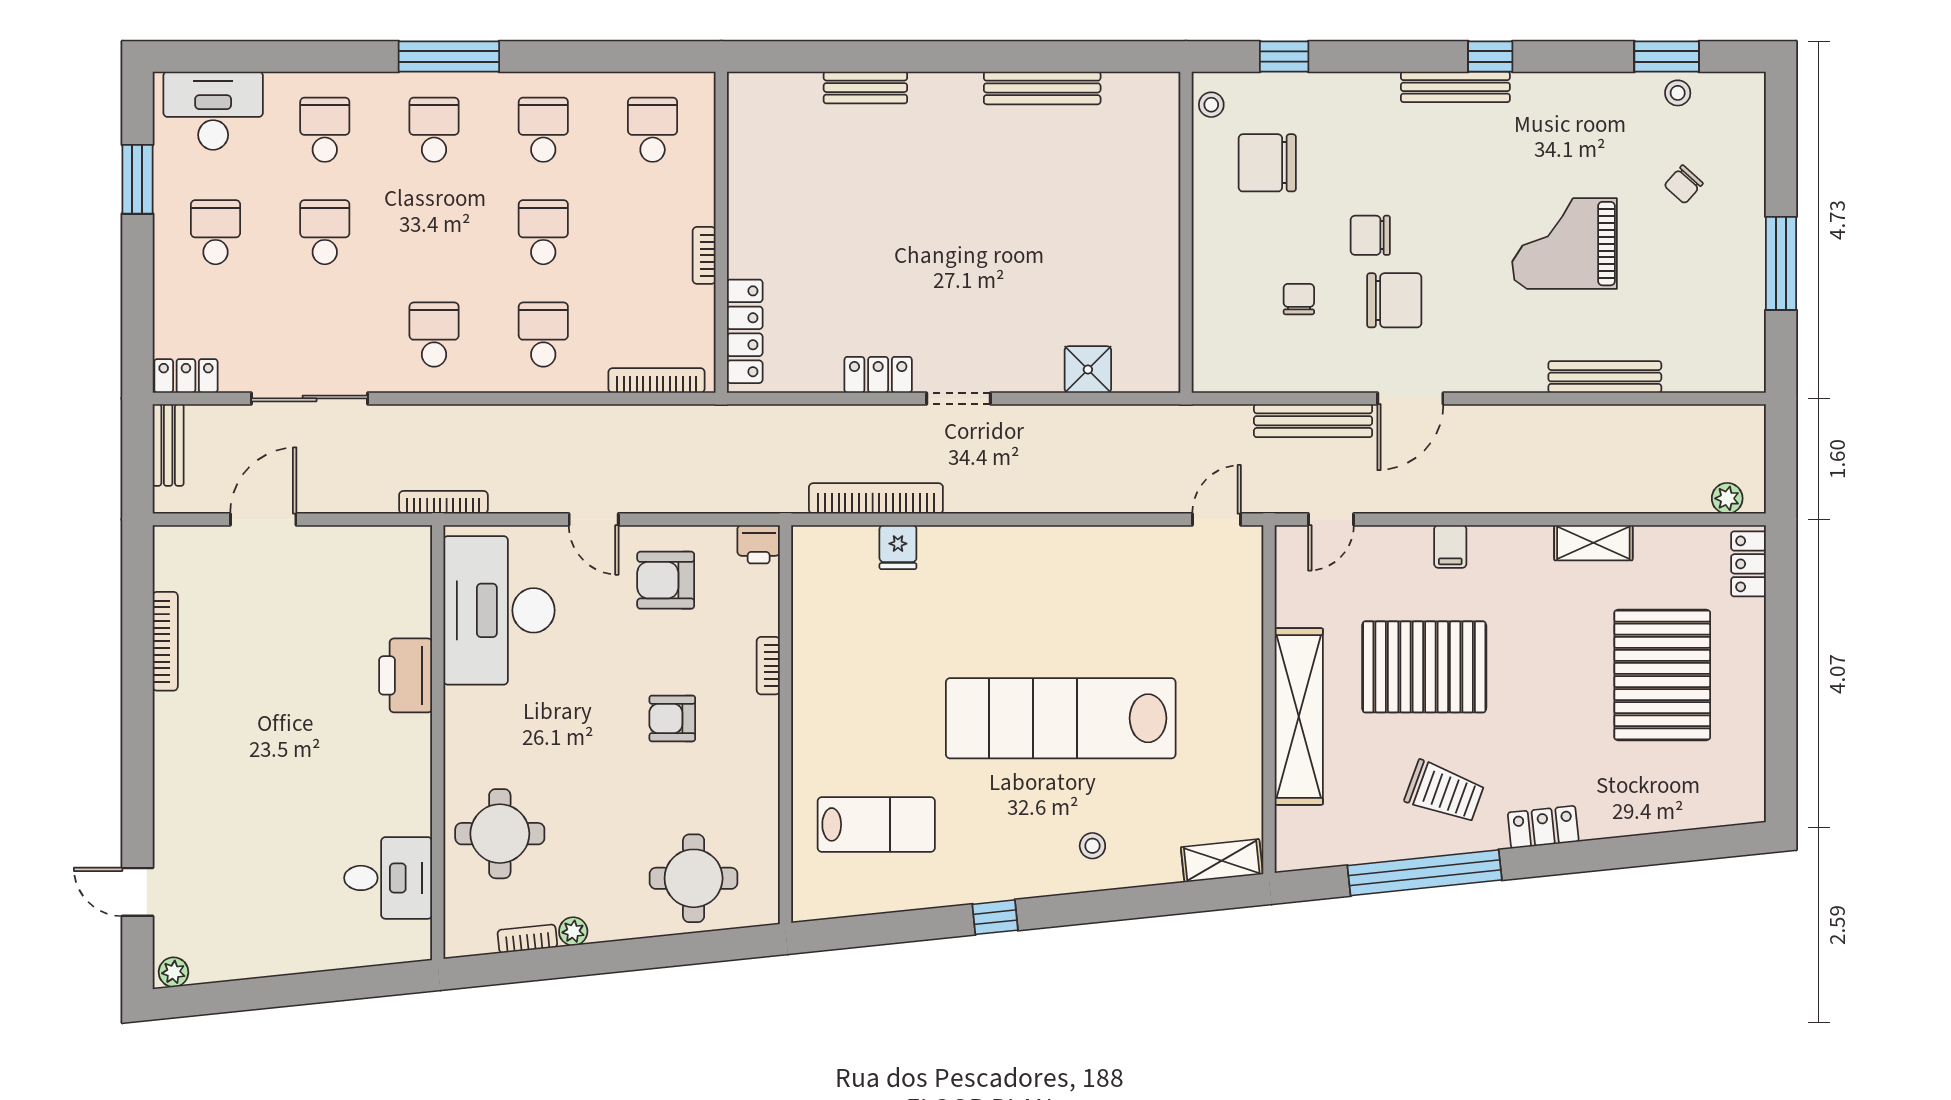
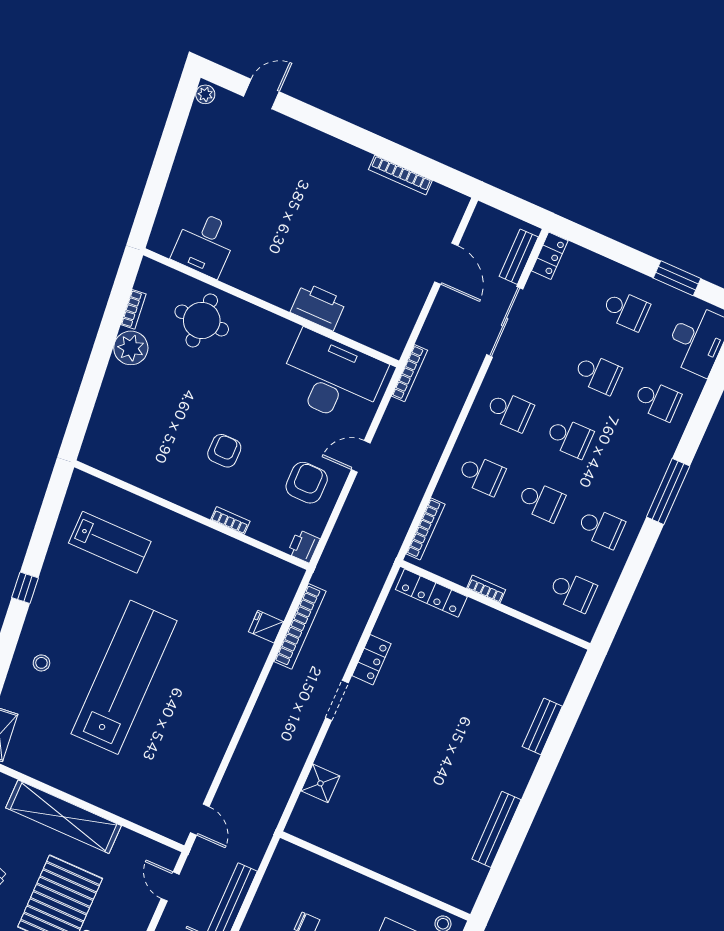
school desk: (434, 130) -> (569, 438), moved
bench: (168, 445) -> (519, 257), moved, turned 90
lab bench: (876, 824) -> (110, 542), turned -90
round table: (694, 878) -> (126, 422), removed
plant: (573, 931) -> (131, 348), width x1.88, depth x1.88

